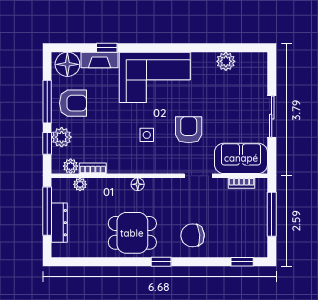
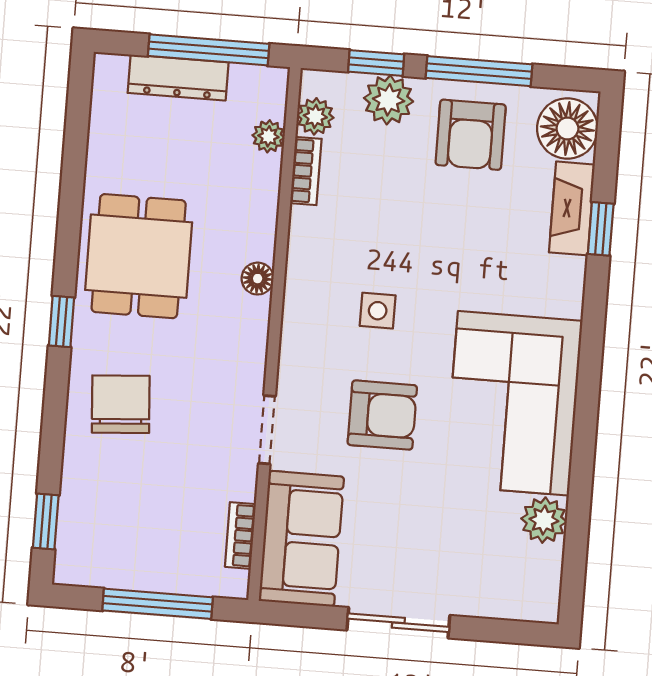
corner sofa: (155, 77) -> (513, 403), moved

